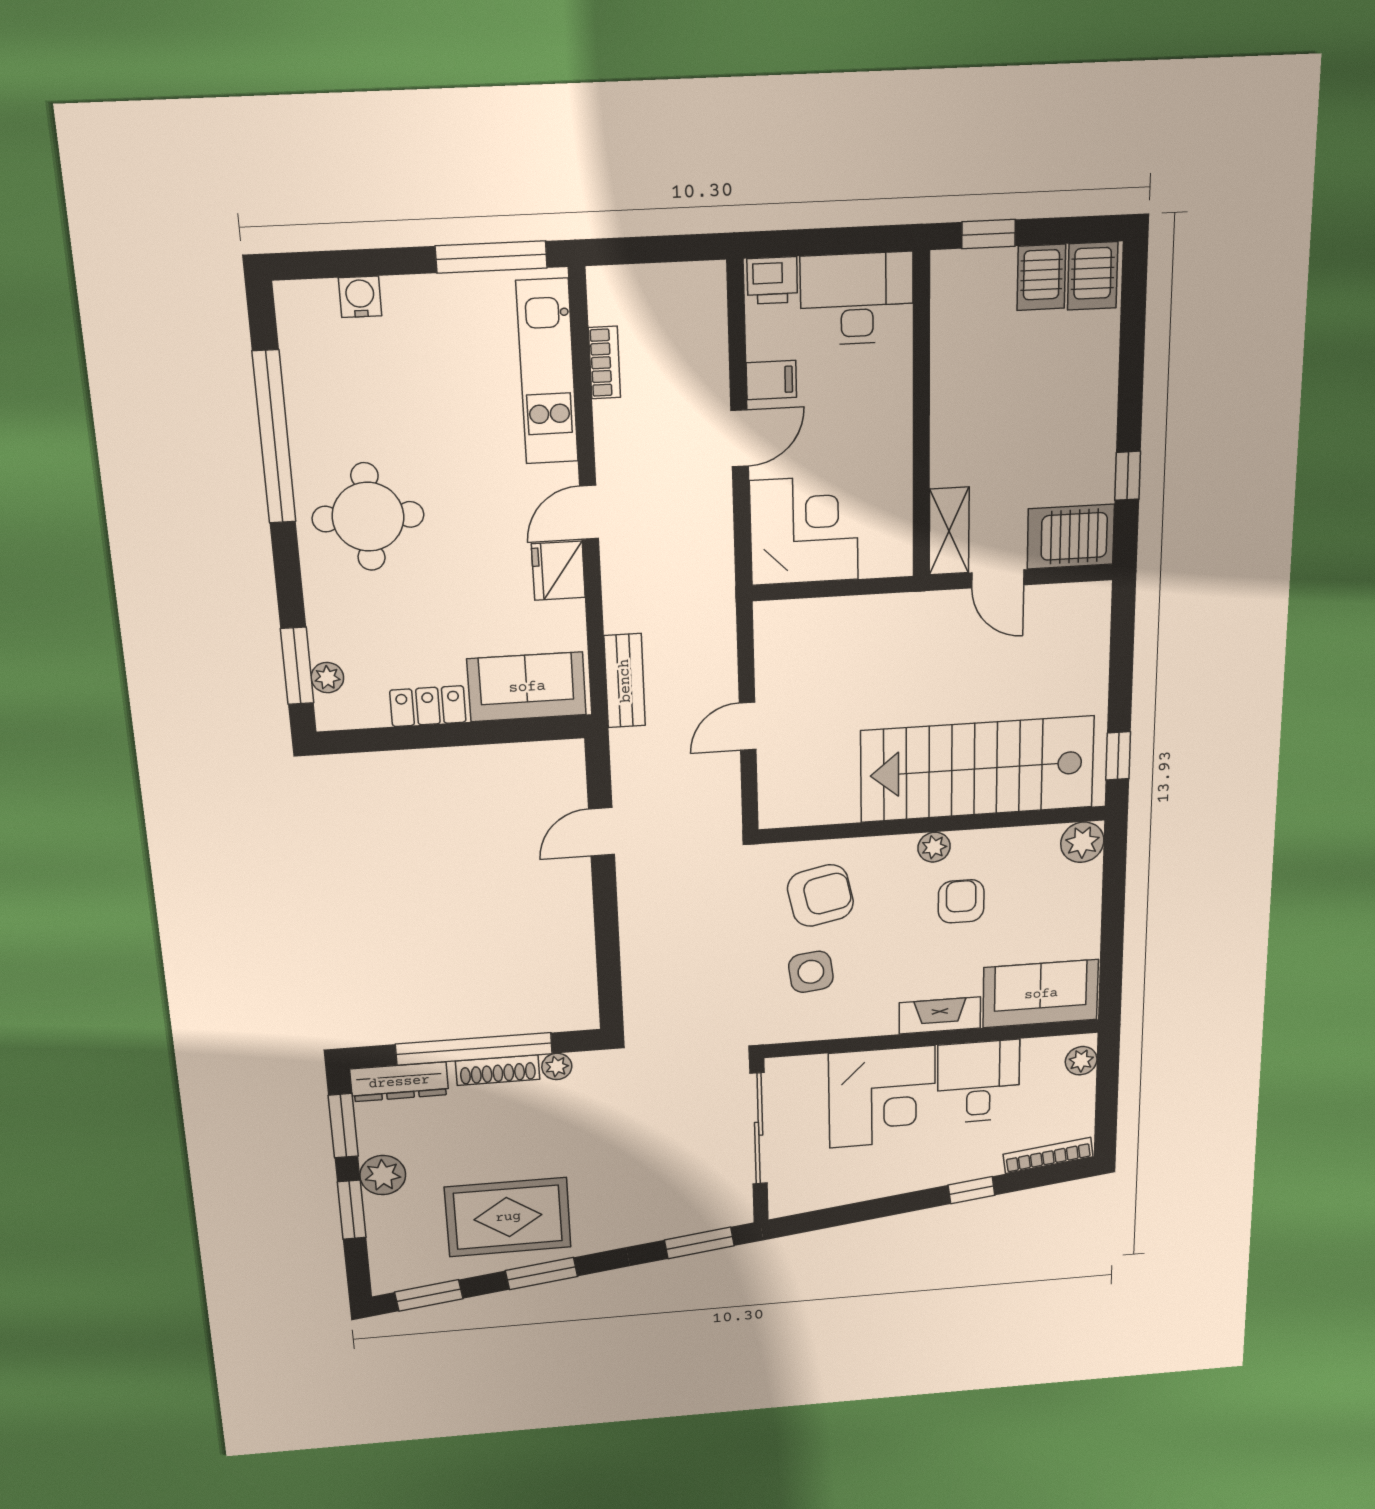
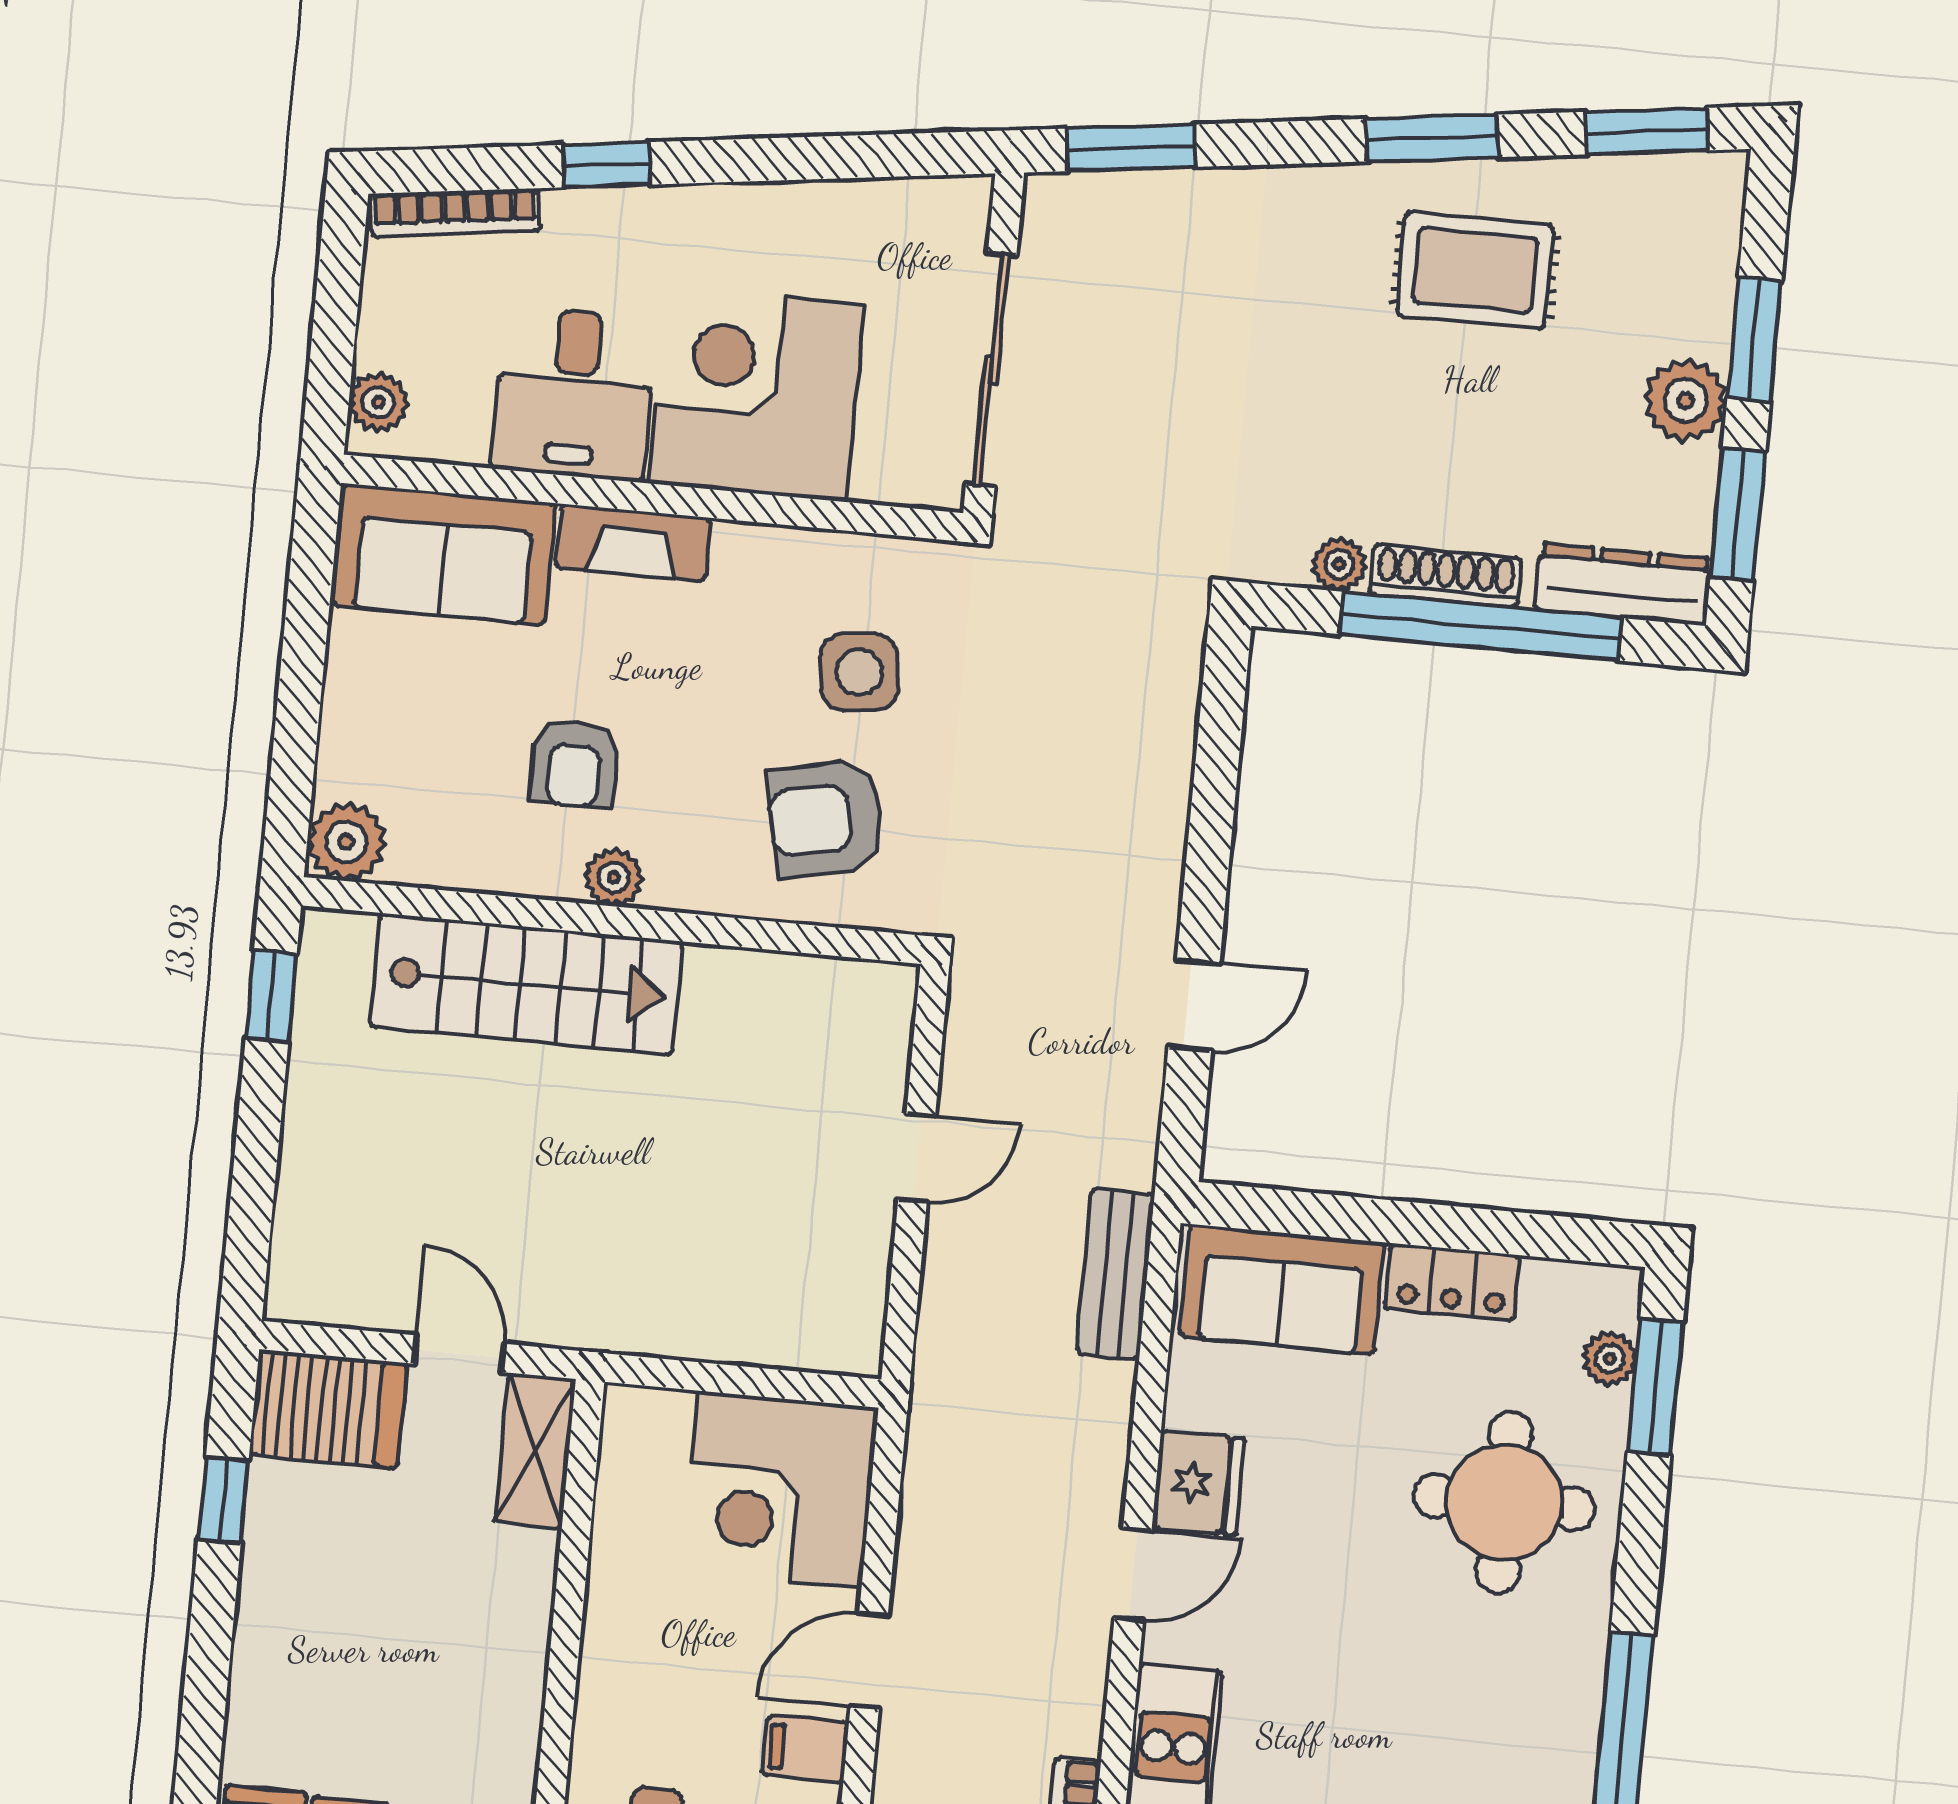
round table: (368, 517) -> (1504, 1502), moved
stairs: (977, 769) -> (526, 984), width x0.73, depth x0.66
rug: (508, 1217) -> (1475, 270), width x0.73, depth x0.70

